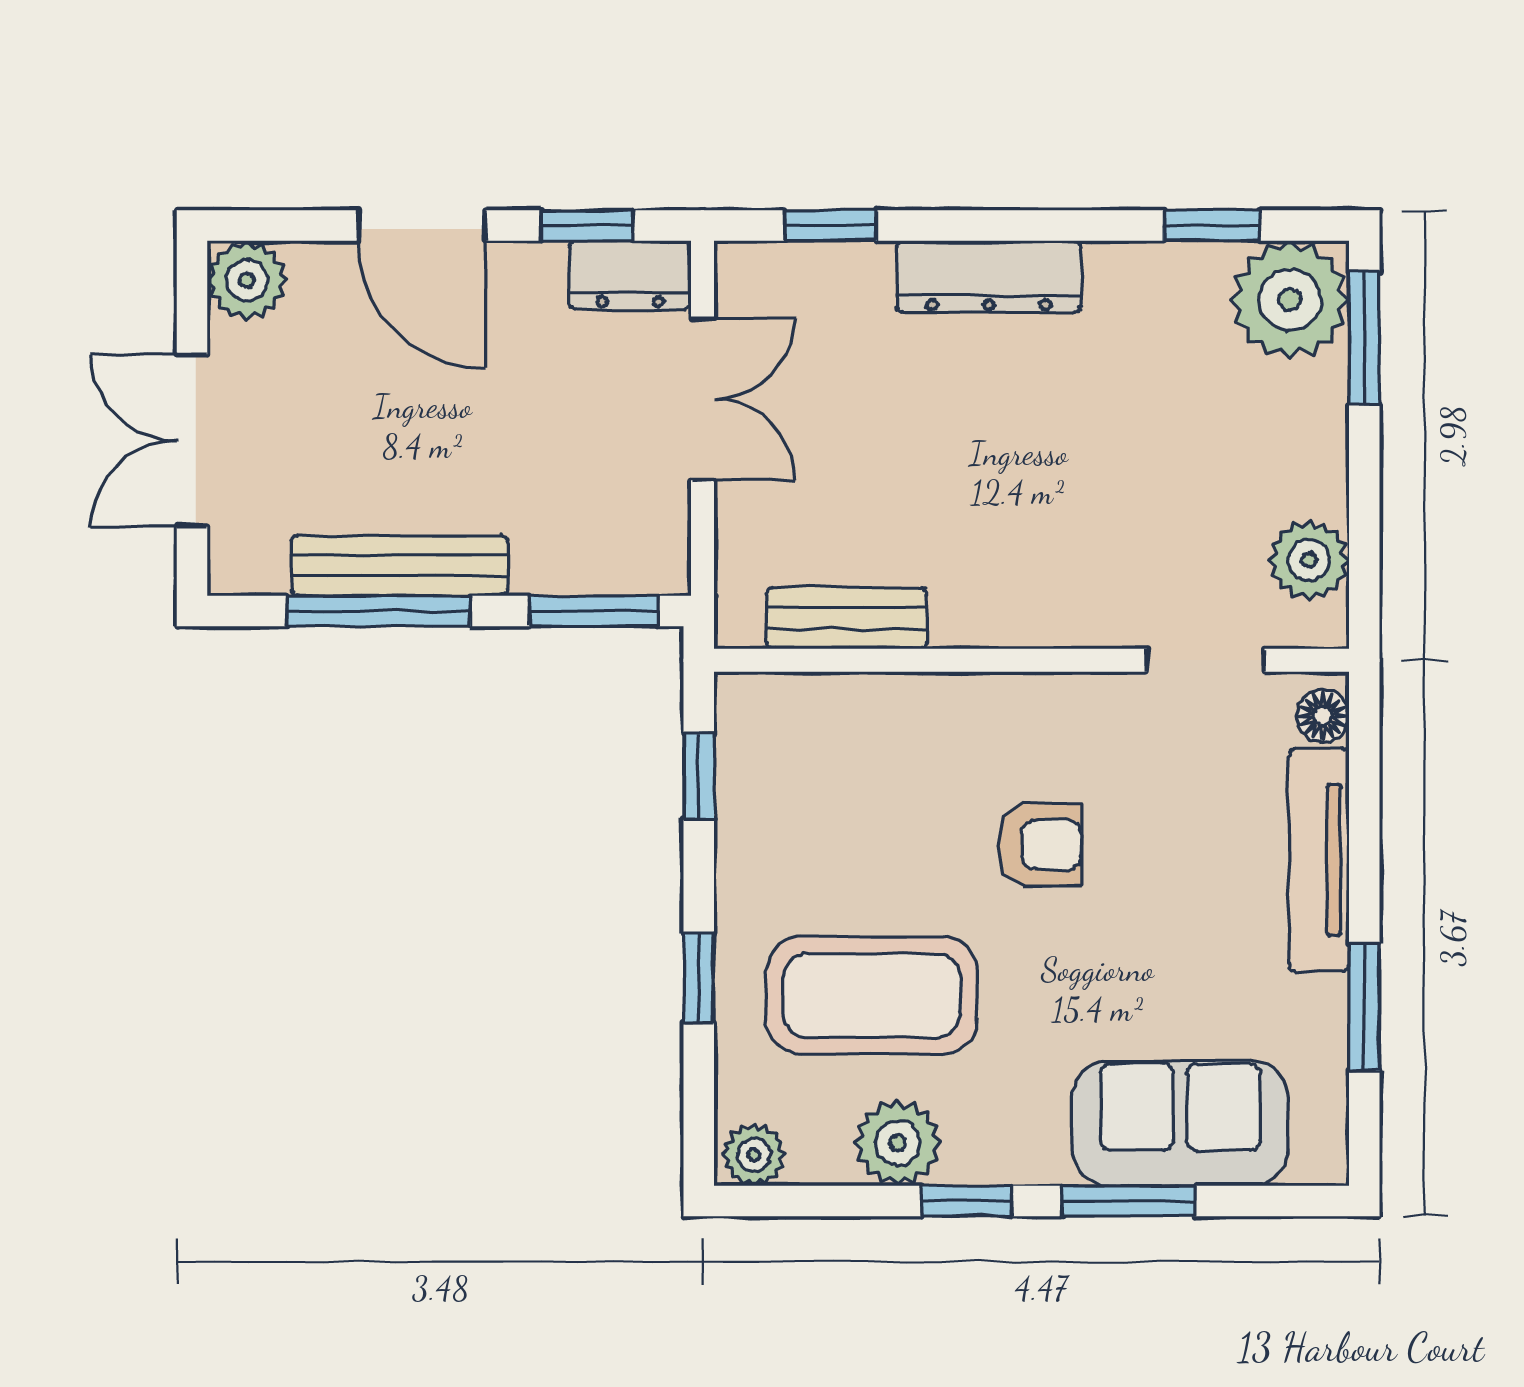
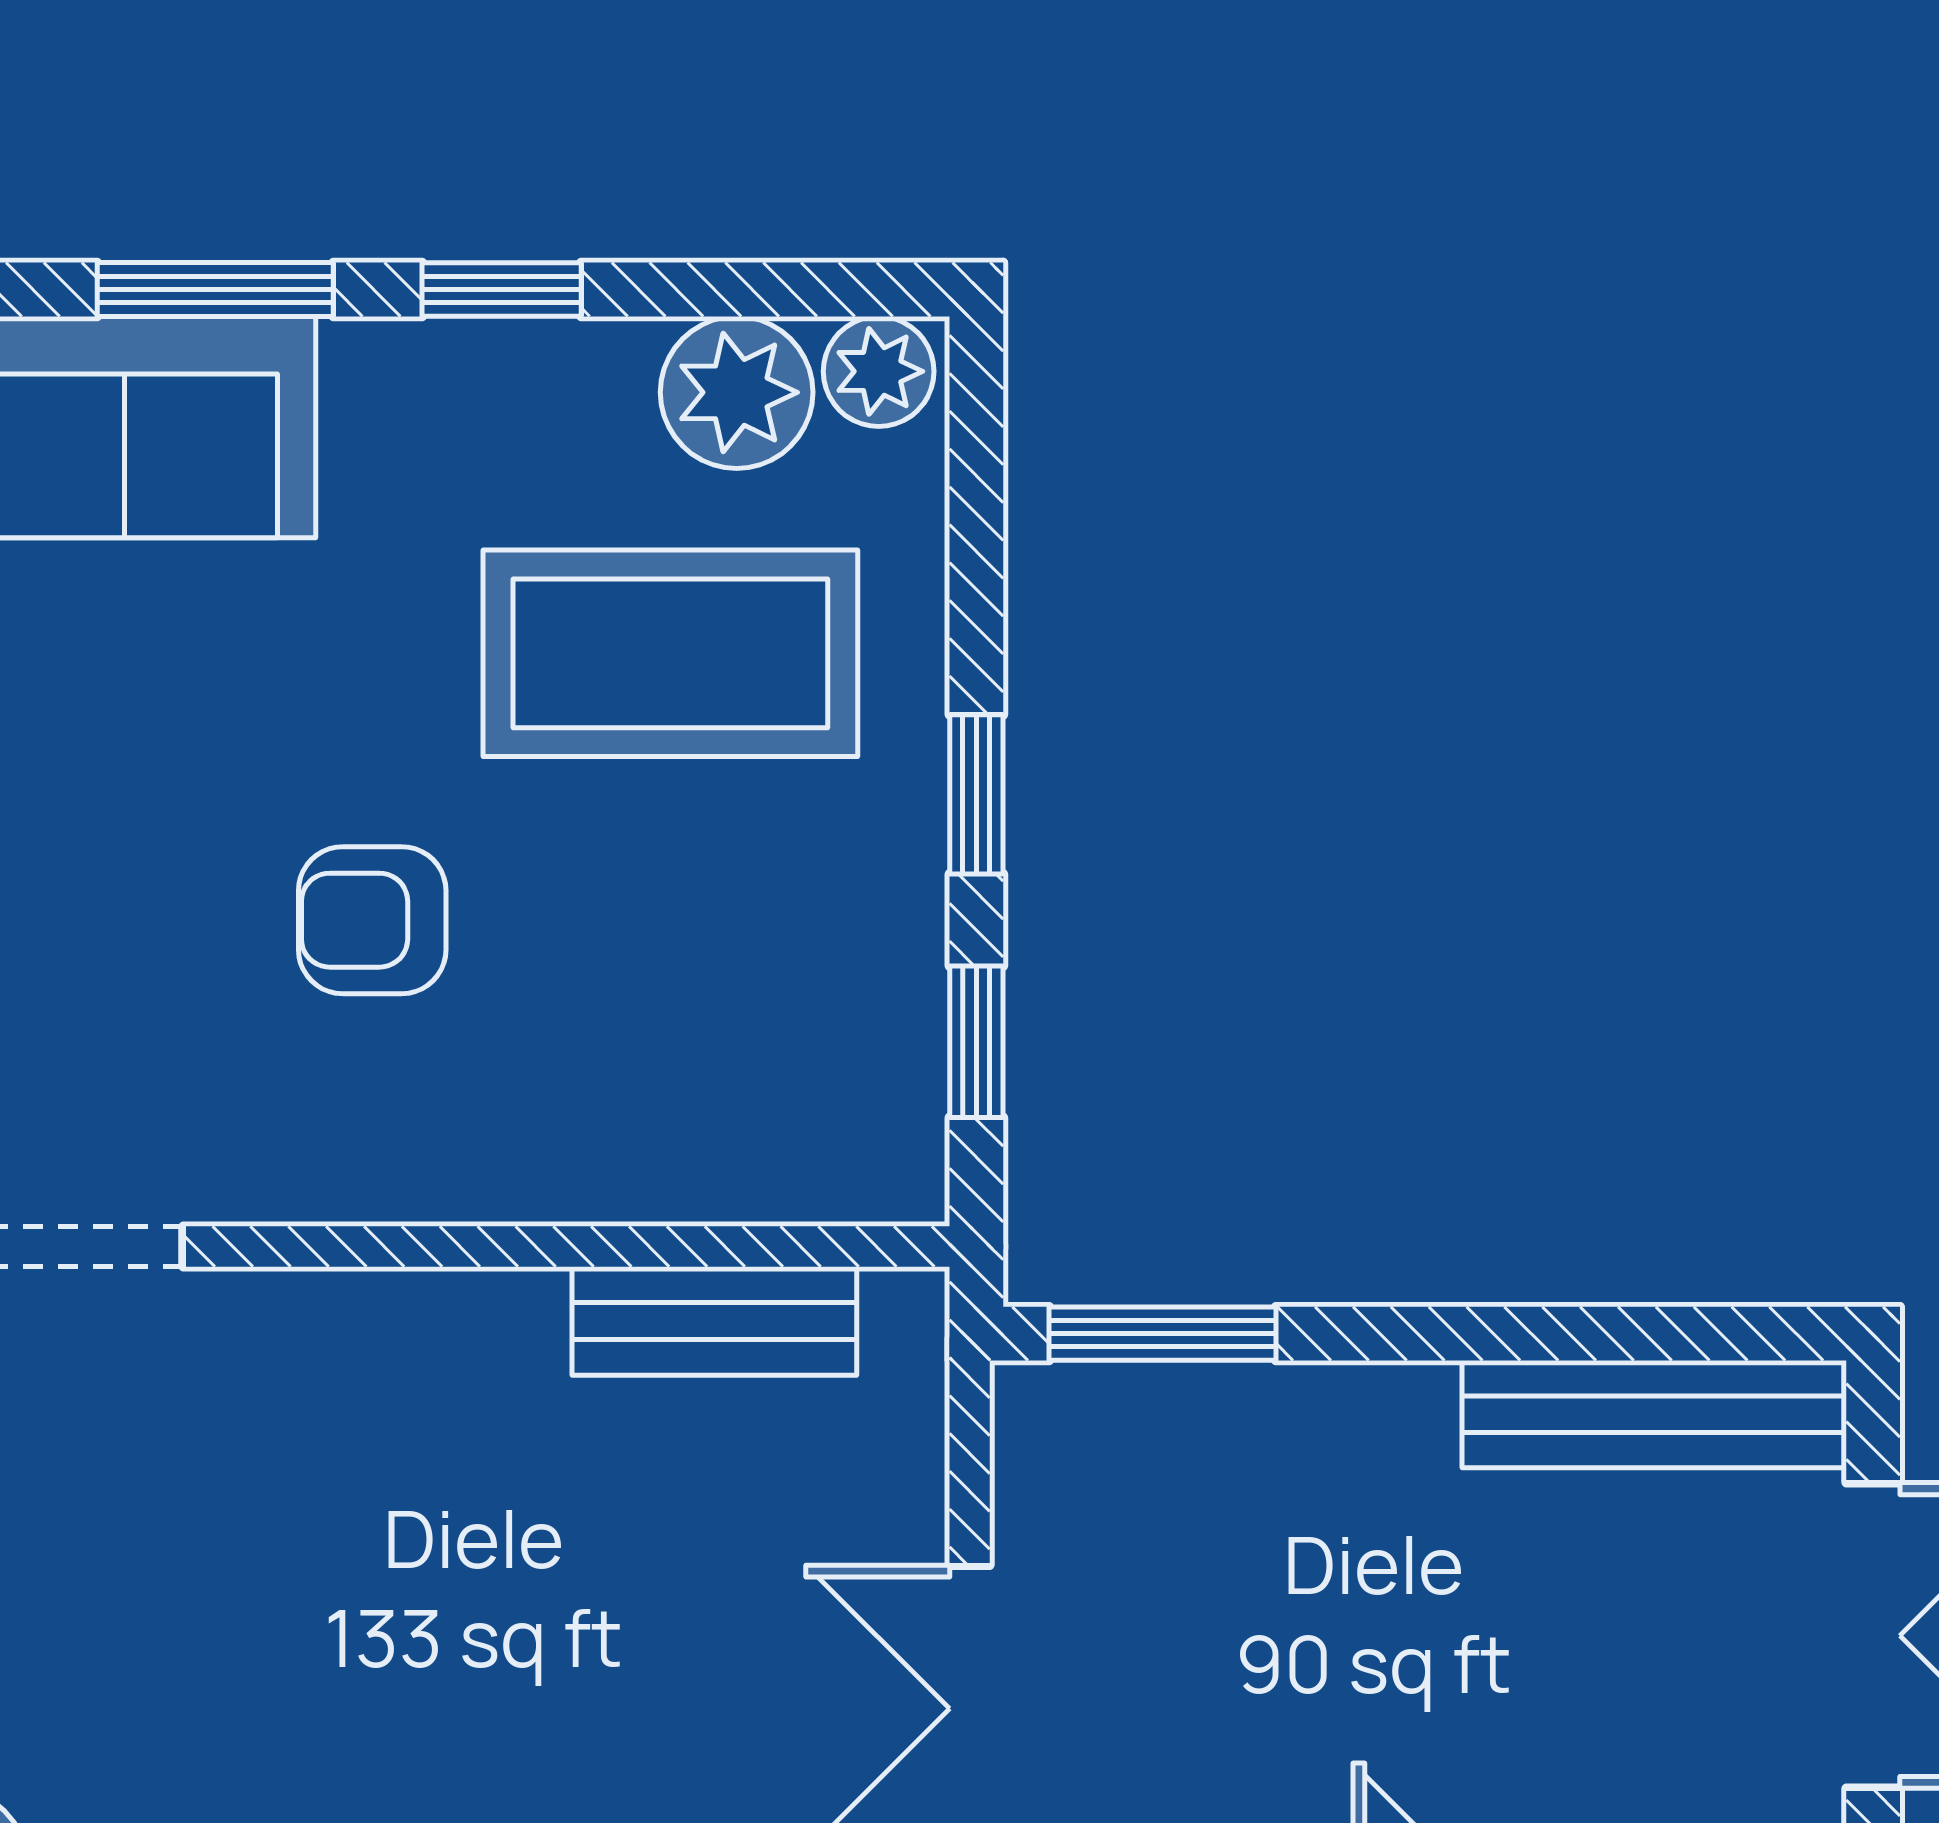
bench: (399, 566) -> (1654, 1414), moved
window: (378, 611) -> (1543, 1334), removed
window: (699, 978) -> (976, 794), moved
plant: (898, 1143) -> (737, 392), moved

